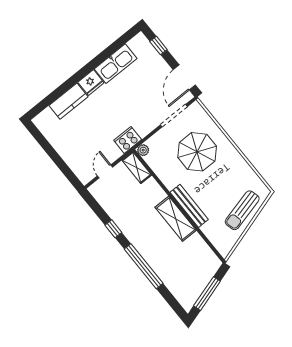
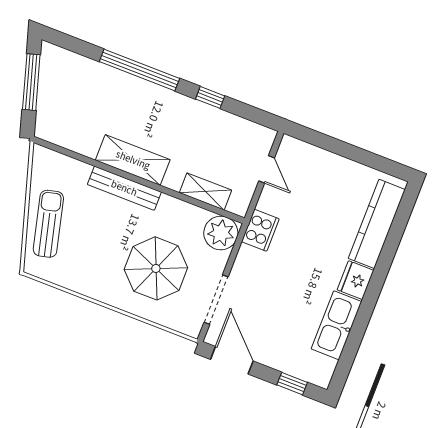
kitchen counter: (69, 101) -> (377, 224), width x1.50
plant: (143, 150) -> (221, 233), width x1.88, depth x1.88
shelving: (137, 168) -> (205, 191), moved

